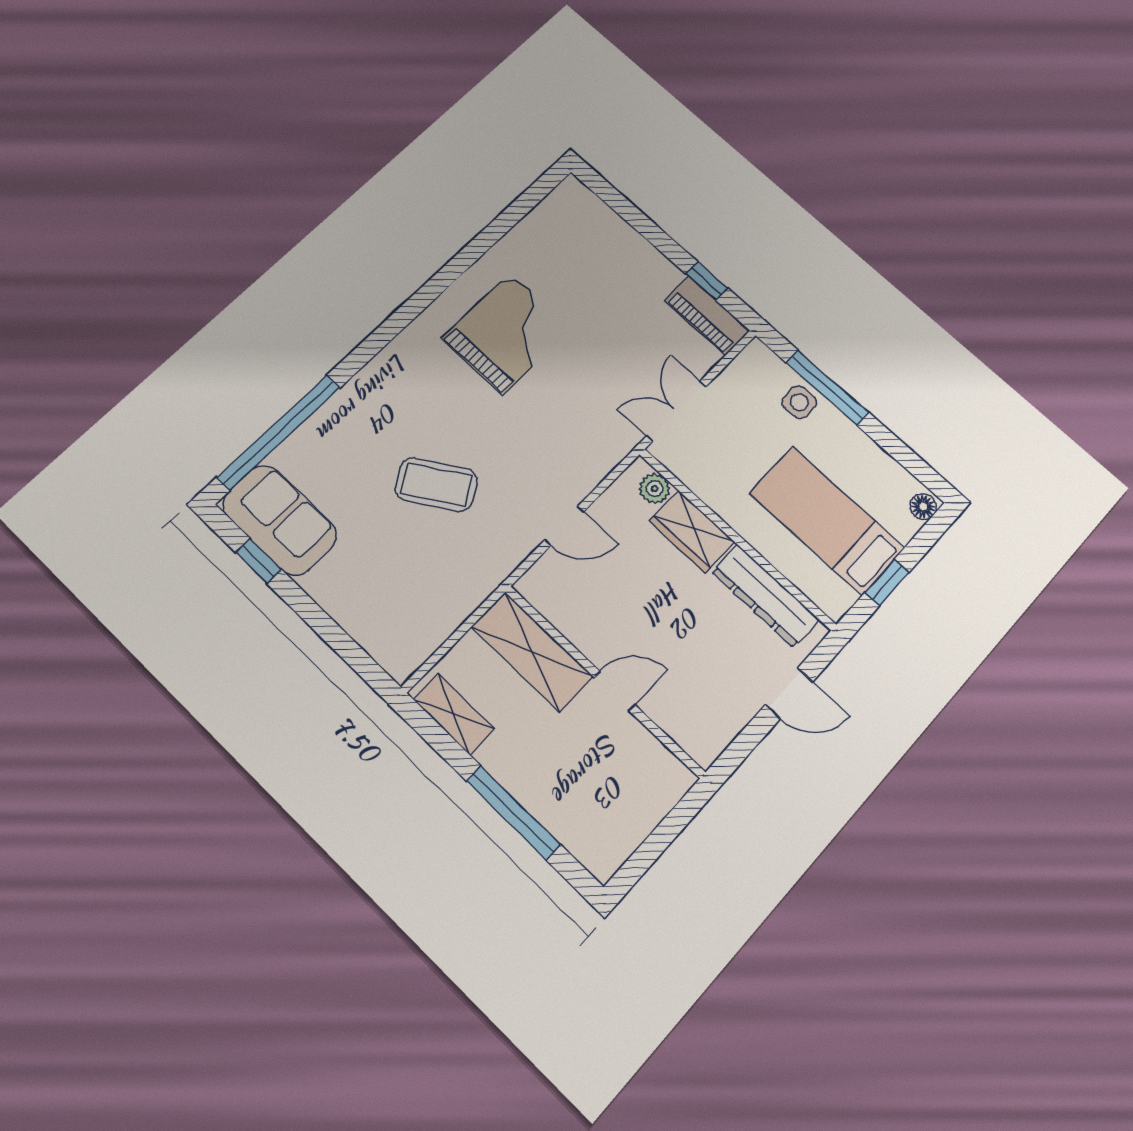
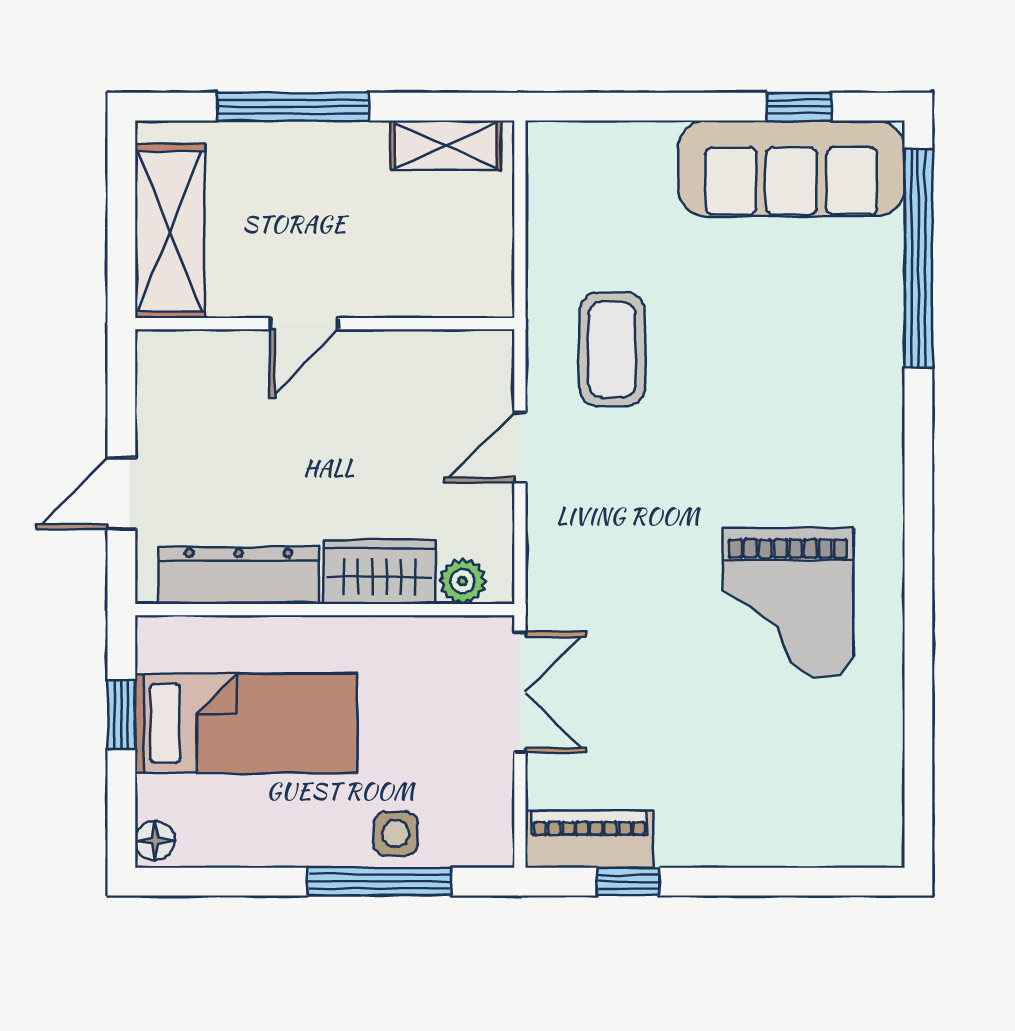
coffee table: (436, 485) -> (612, 349), moved, turned -58
sofa: (280, 520) -> (791, 168), width x1.36
shelving: (532, 652) -> (170, 231), moved, turned 90

